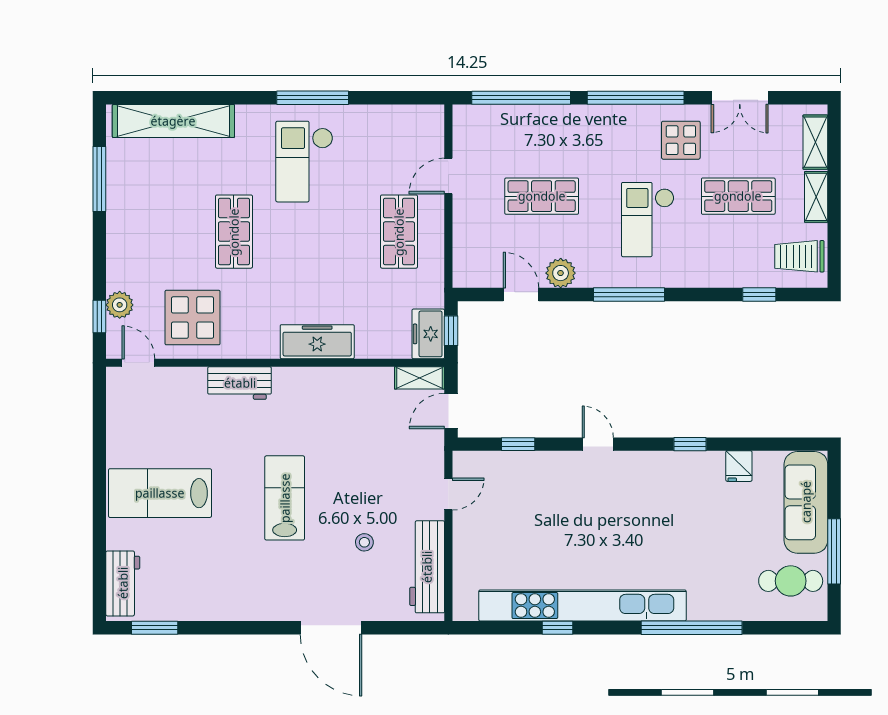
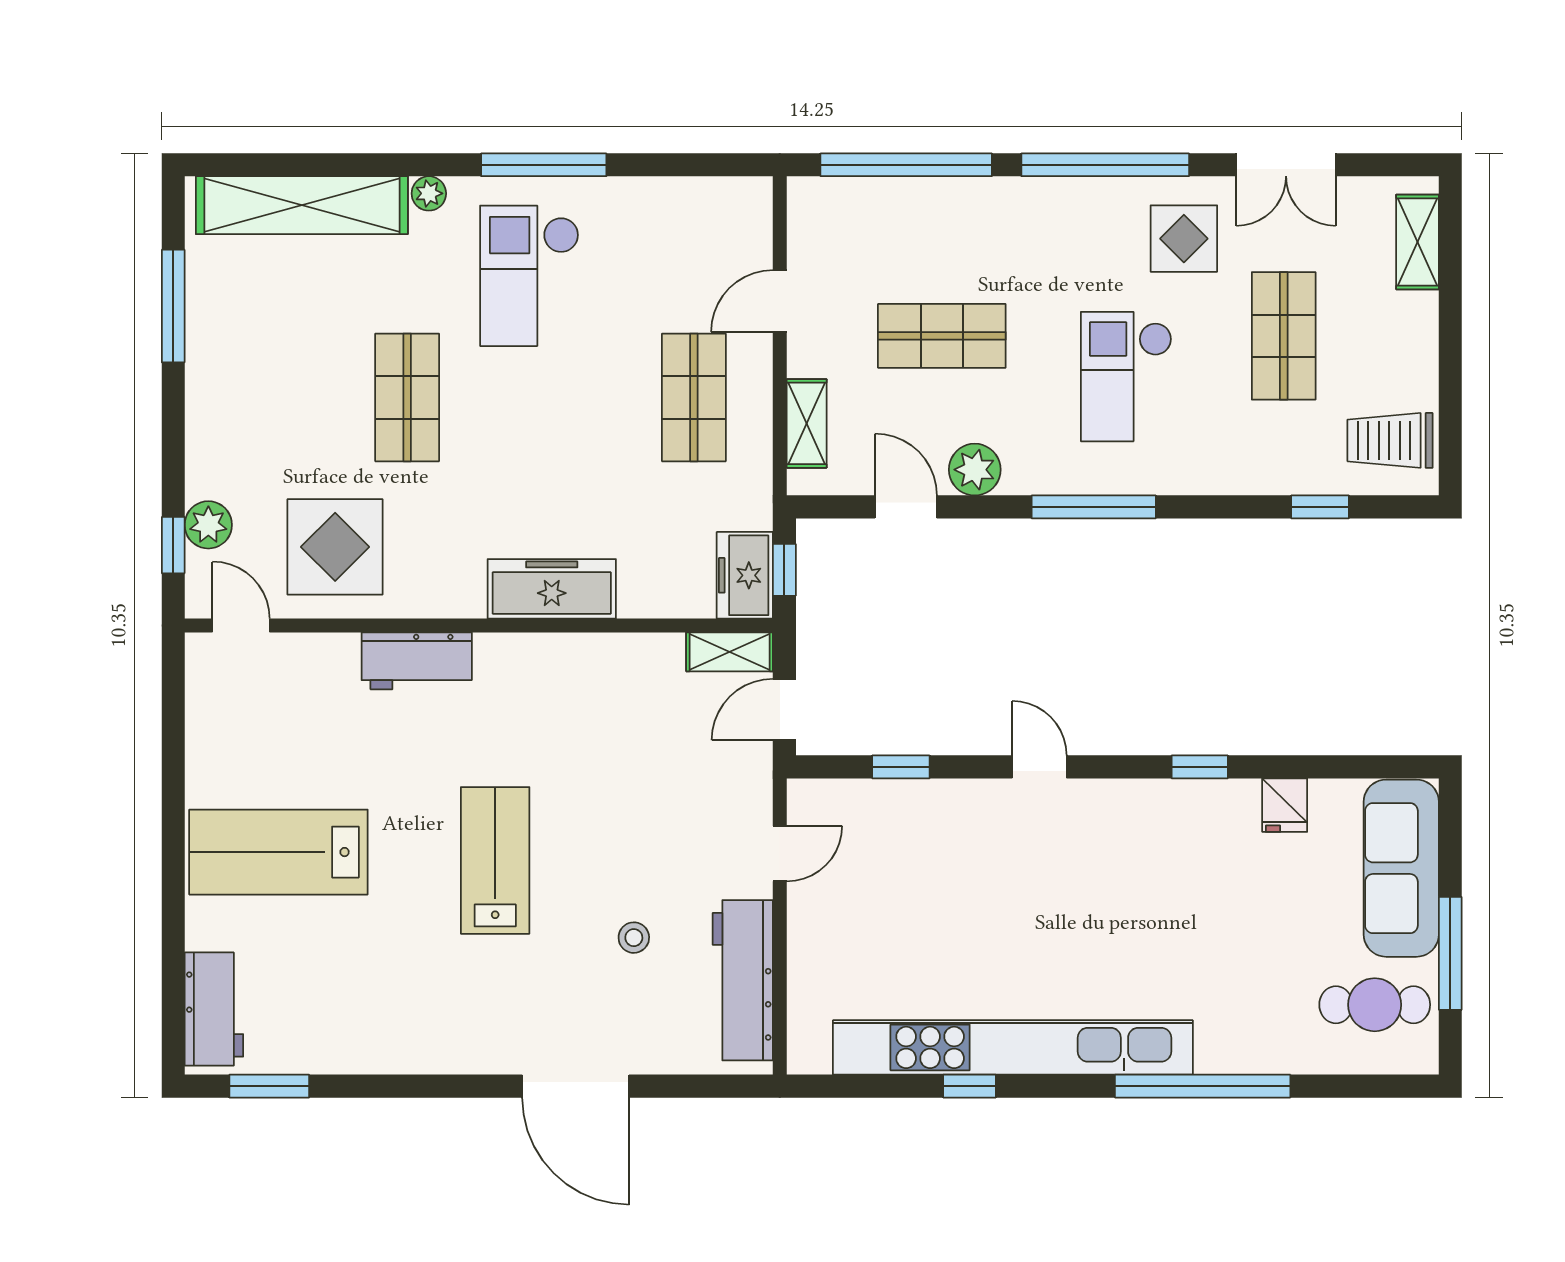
plant: (246, 114) -> (429, 193), added
shop shelf: (738, 196) -> (1284, 336), turned 90
shelving: (816, 197) -> (807, 423), moved

